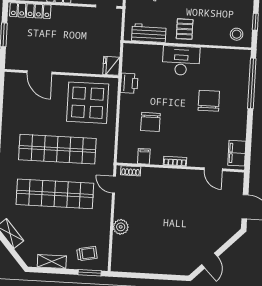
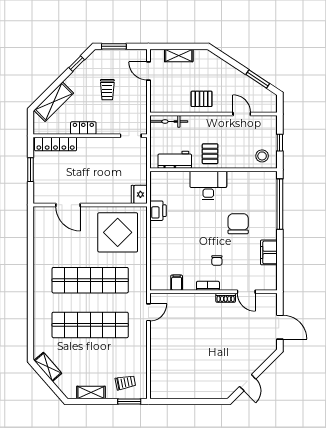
chair: (150, 122) -> (217, 260), moved, width x0.54, depth x0.54
filing cabinet: (237, 153) -> (269, 252), moved
shoe rack: (131, 171) -> (226, 298), moved
door: (114, 185) -> (148, 312), swing flipped
plant: (121, 227) -> (157, 354), removed

